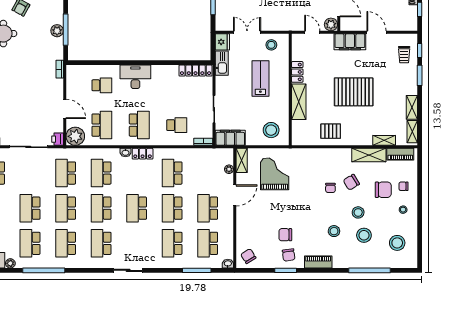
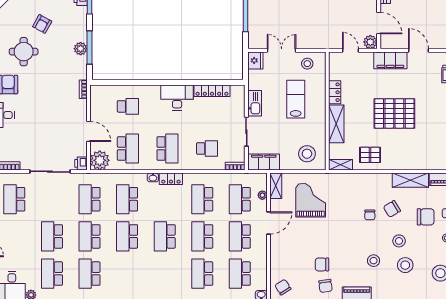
kitchen sink: (222, 63) -> (255, 103), moved
locker: (196, 71) -> (212, 91), moved
desk: (135, 77) -> (177, 97), moved
shelving: (384, 140) -> (341, 165), moved
school desk: (101, 243) -> (240, 199), moved

